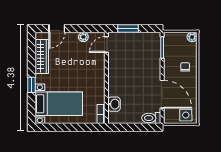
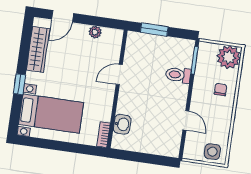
plant: (192, 37) -> (229, 57), width x1.87, depth x1.87
door: (106, 45) -> (119, 74), moved
door: (162, 94) -> (186, 120), width x0.53
toilet: (151, 118) -> (178, 75), moved

